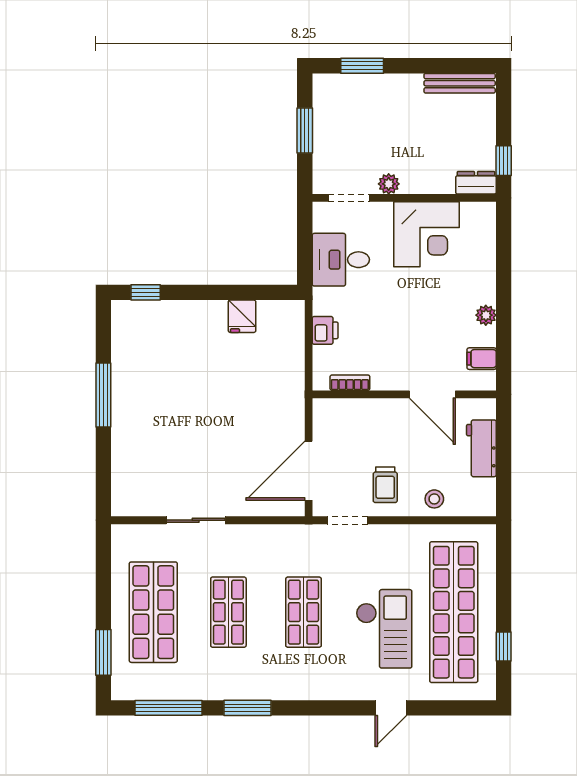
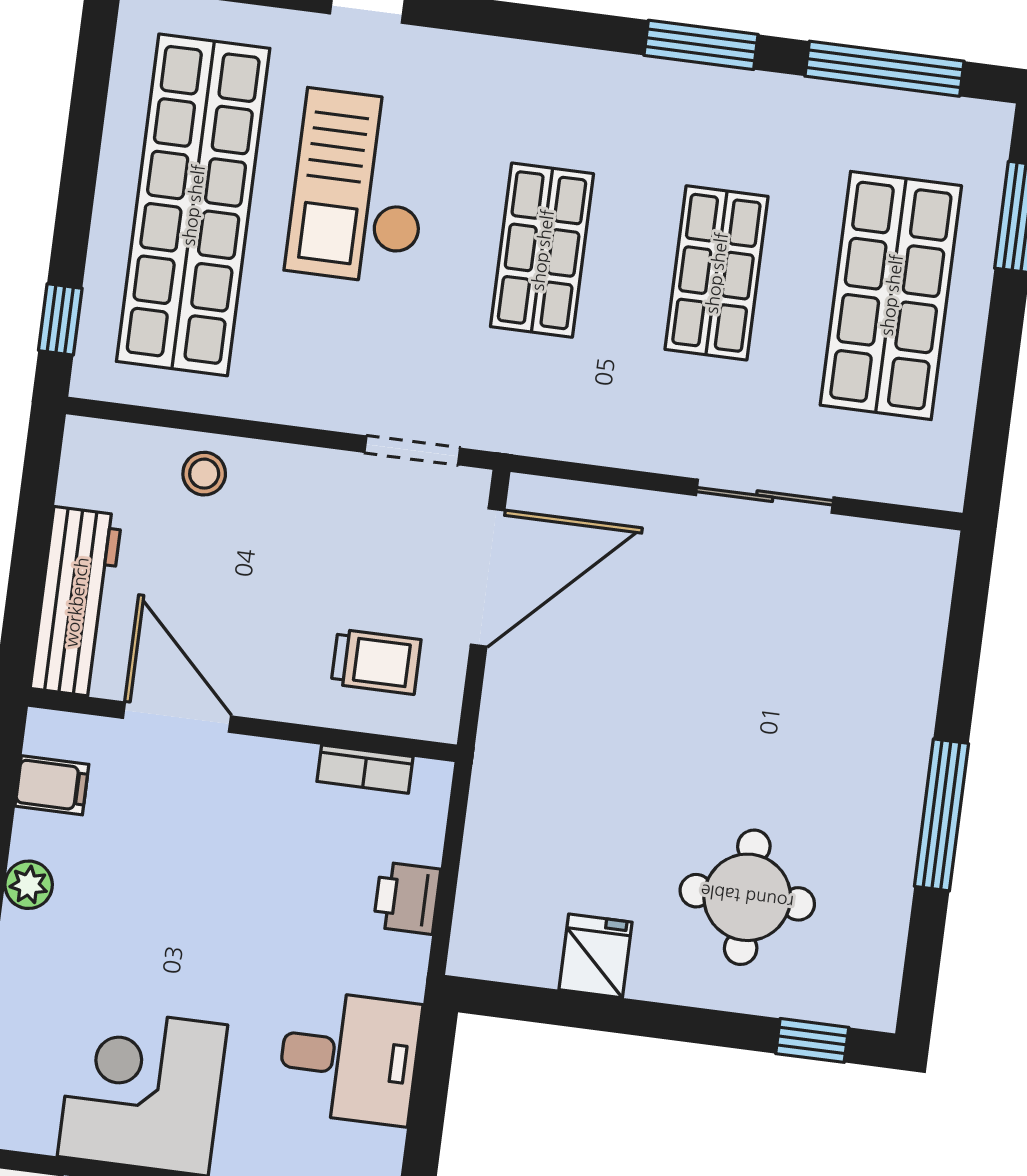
round table: (181, 349) -> (747, 897), added
workbench: (481, 448) -> (76, 602), width x1.38
trolley: (385, 485) -> (376, 662), moved, turned 90
window: (504, 646) -> (60, 319), moved

